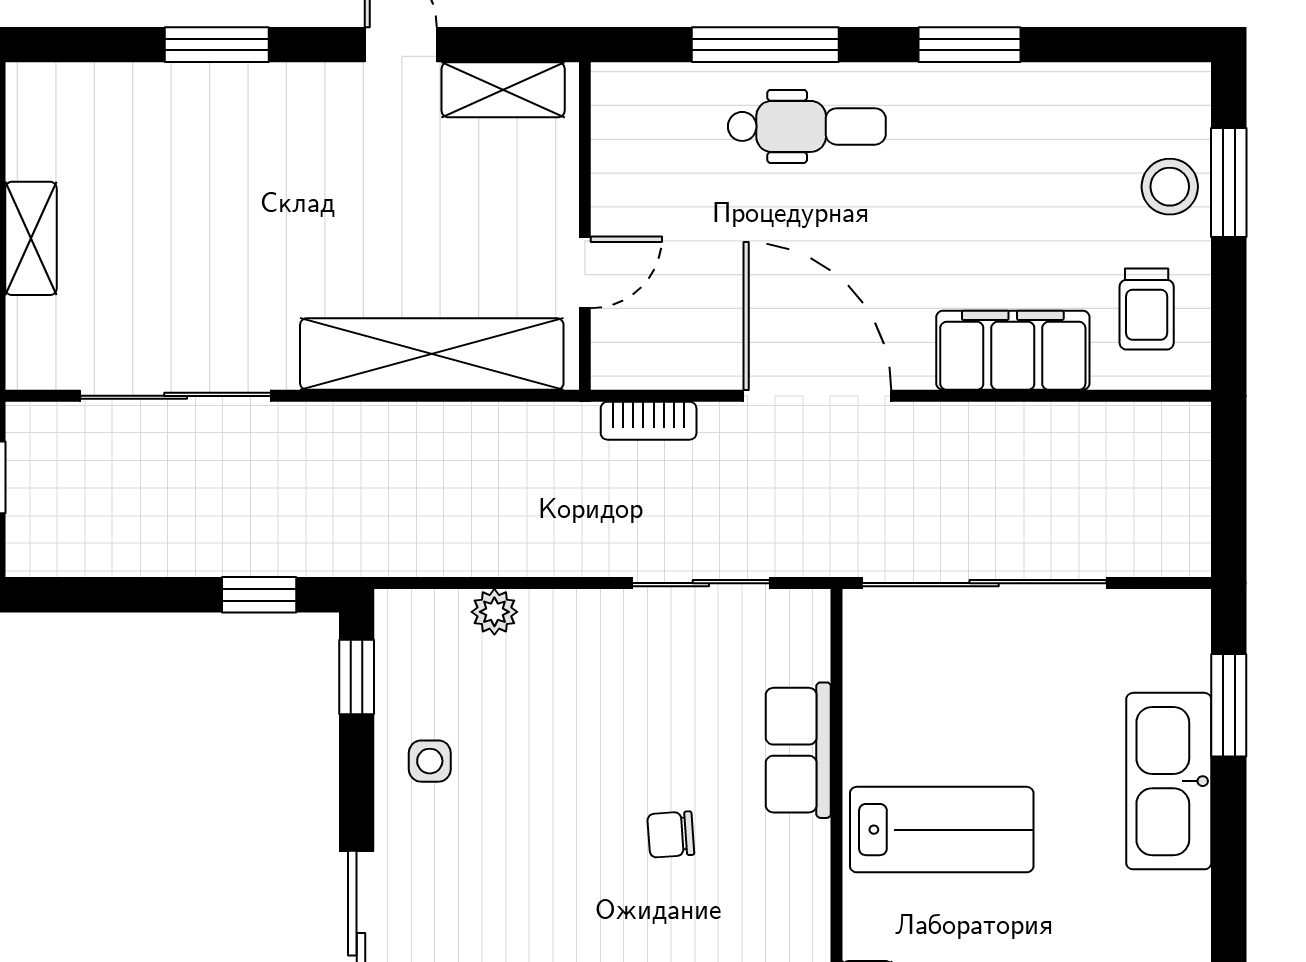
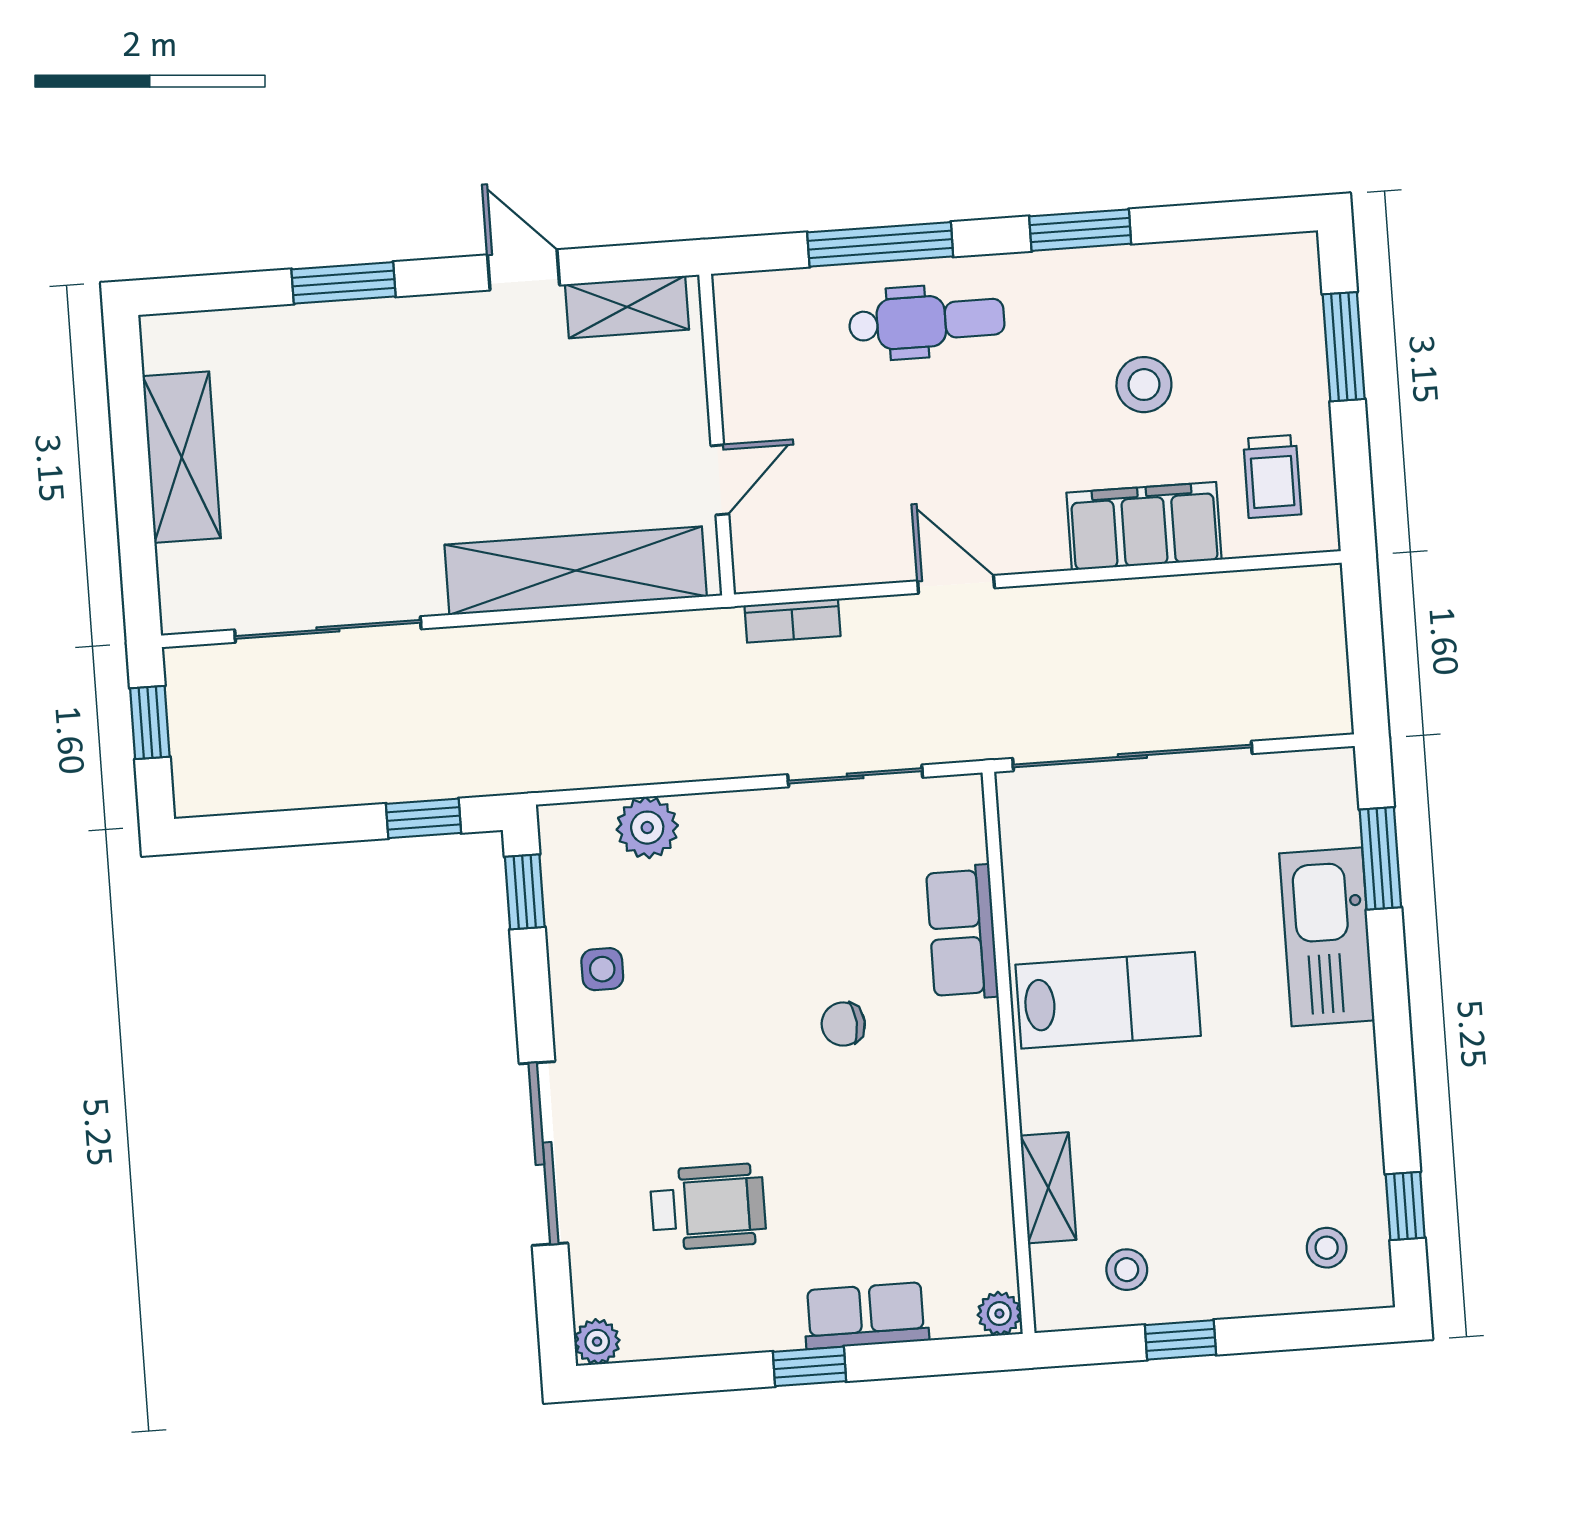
stool: (1170, 187) -> (1144, 385), moved
shelving: (31, 238) -> (182, 457), width x1.50, depth x1.33
door: (817, 396) -> (956, 584), width x0.53
plant: (494, 612) -> (647, 828), width x1.38, depth x1.38

